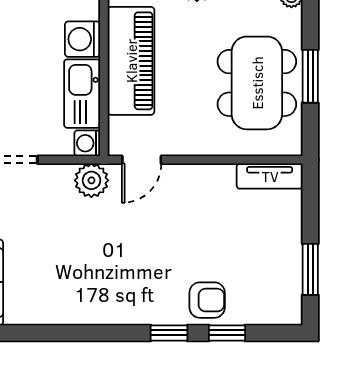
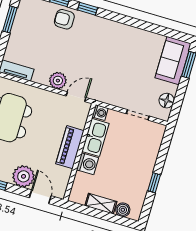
piano: (131, 61) -> (70, 147), width x0.73, depth x0.75
plant: (91, 180) -> (58, 81), moved

